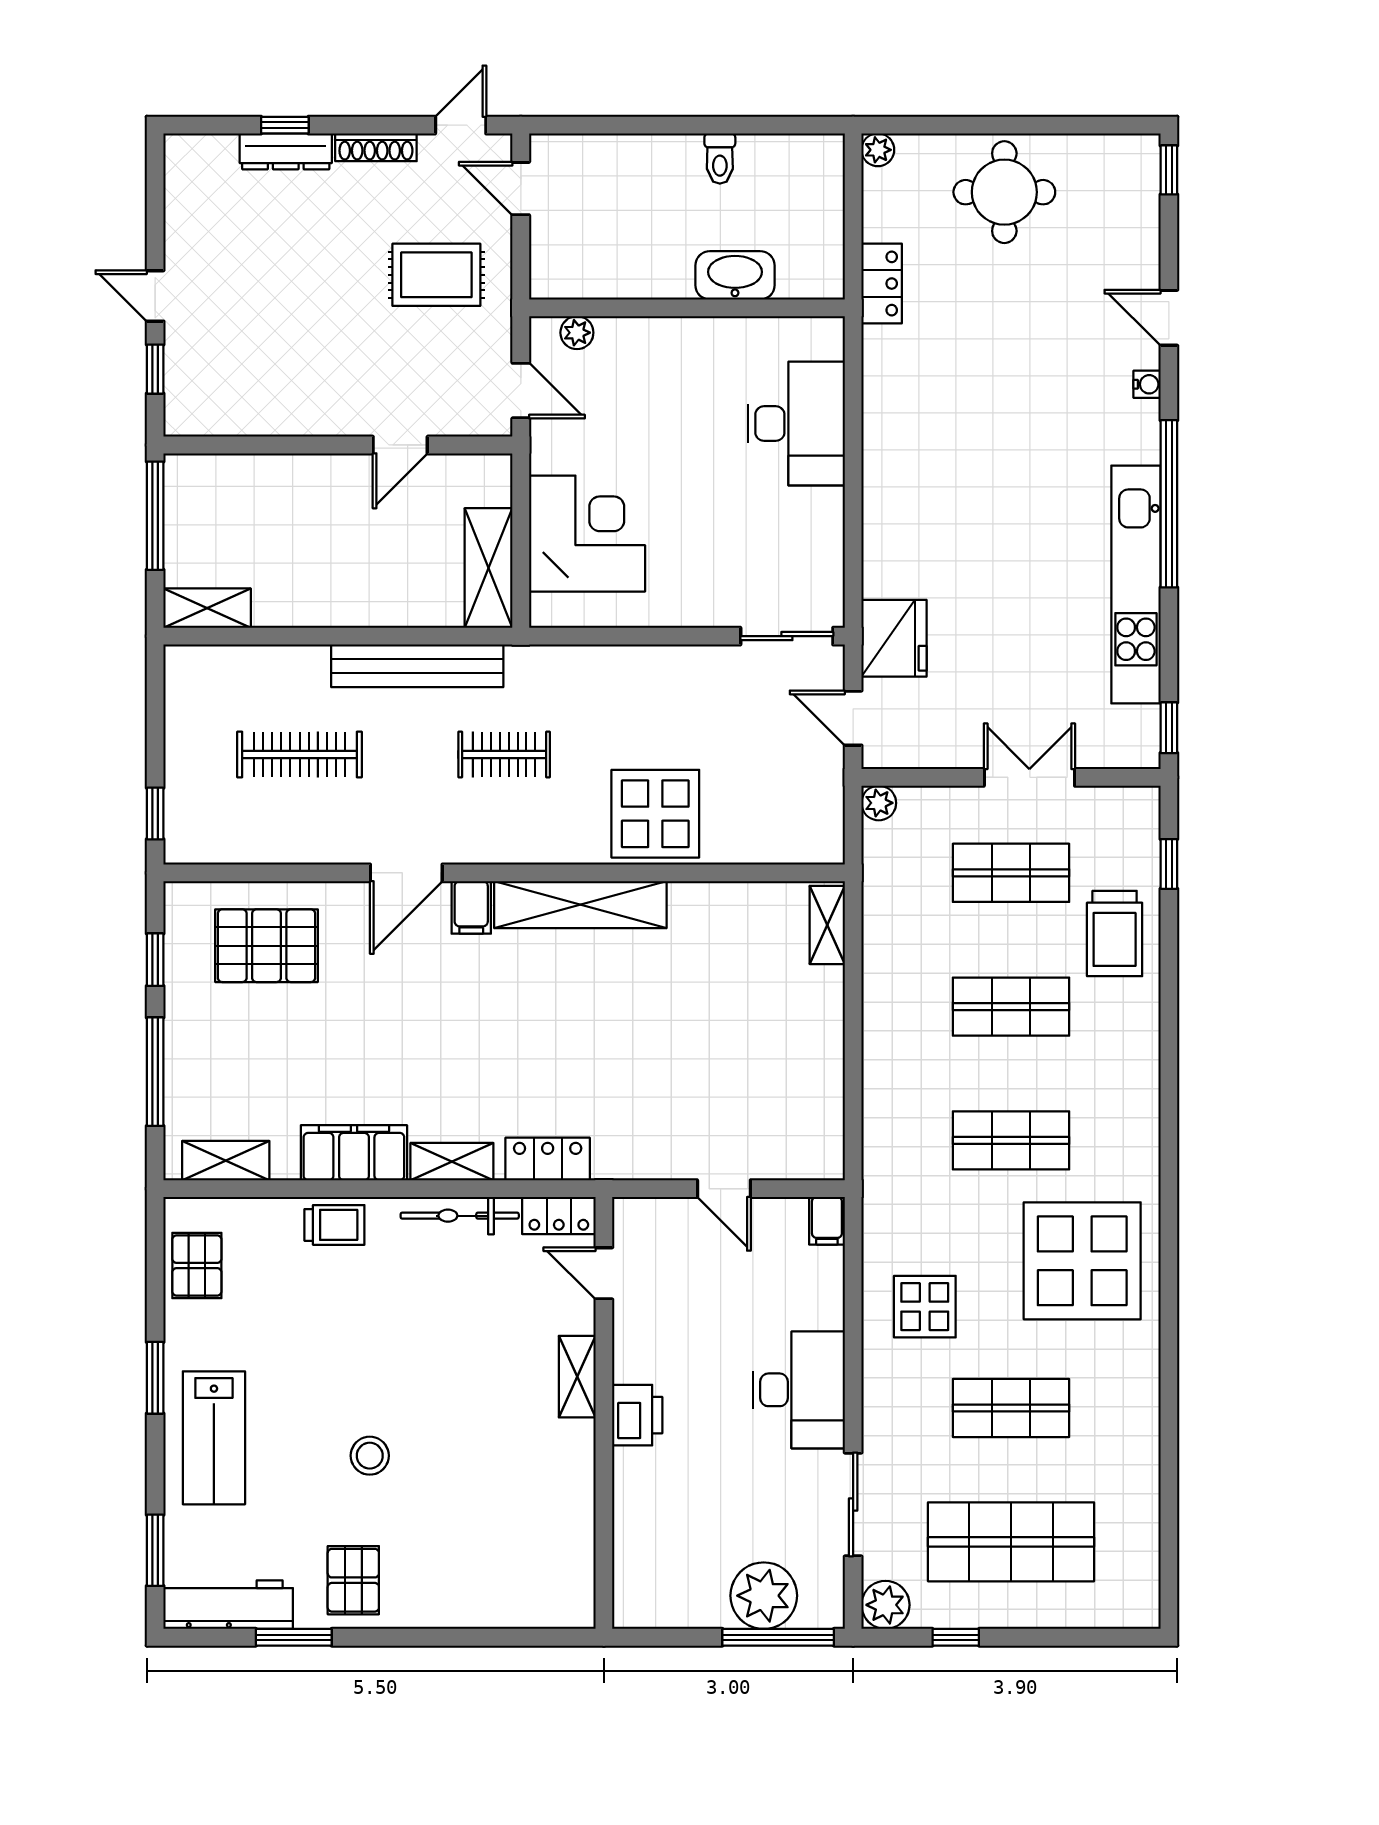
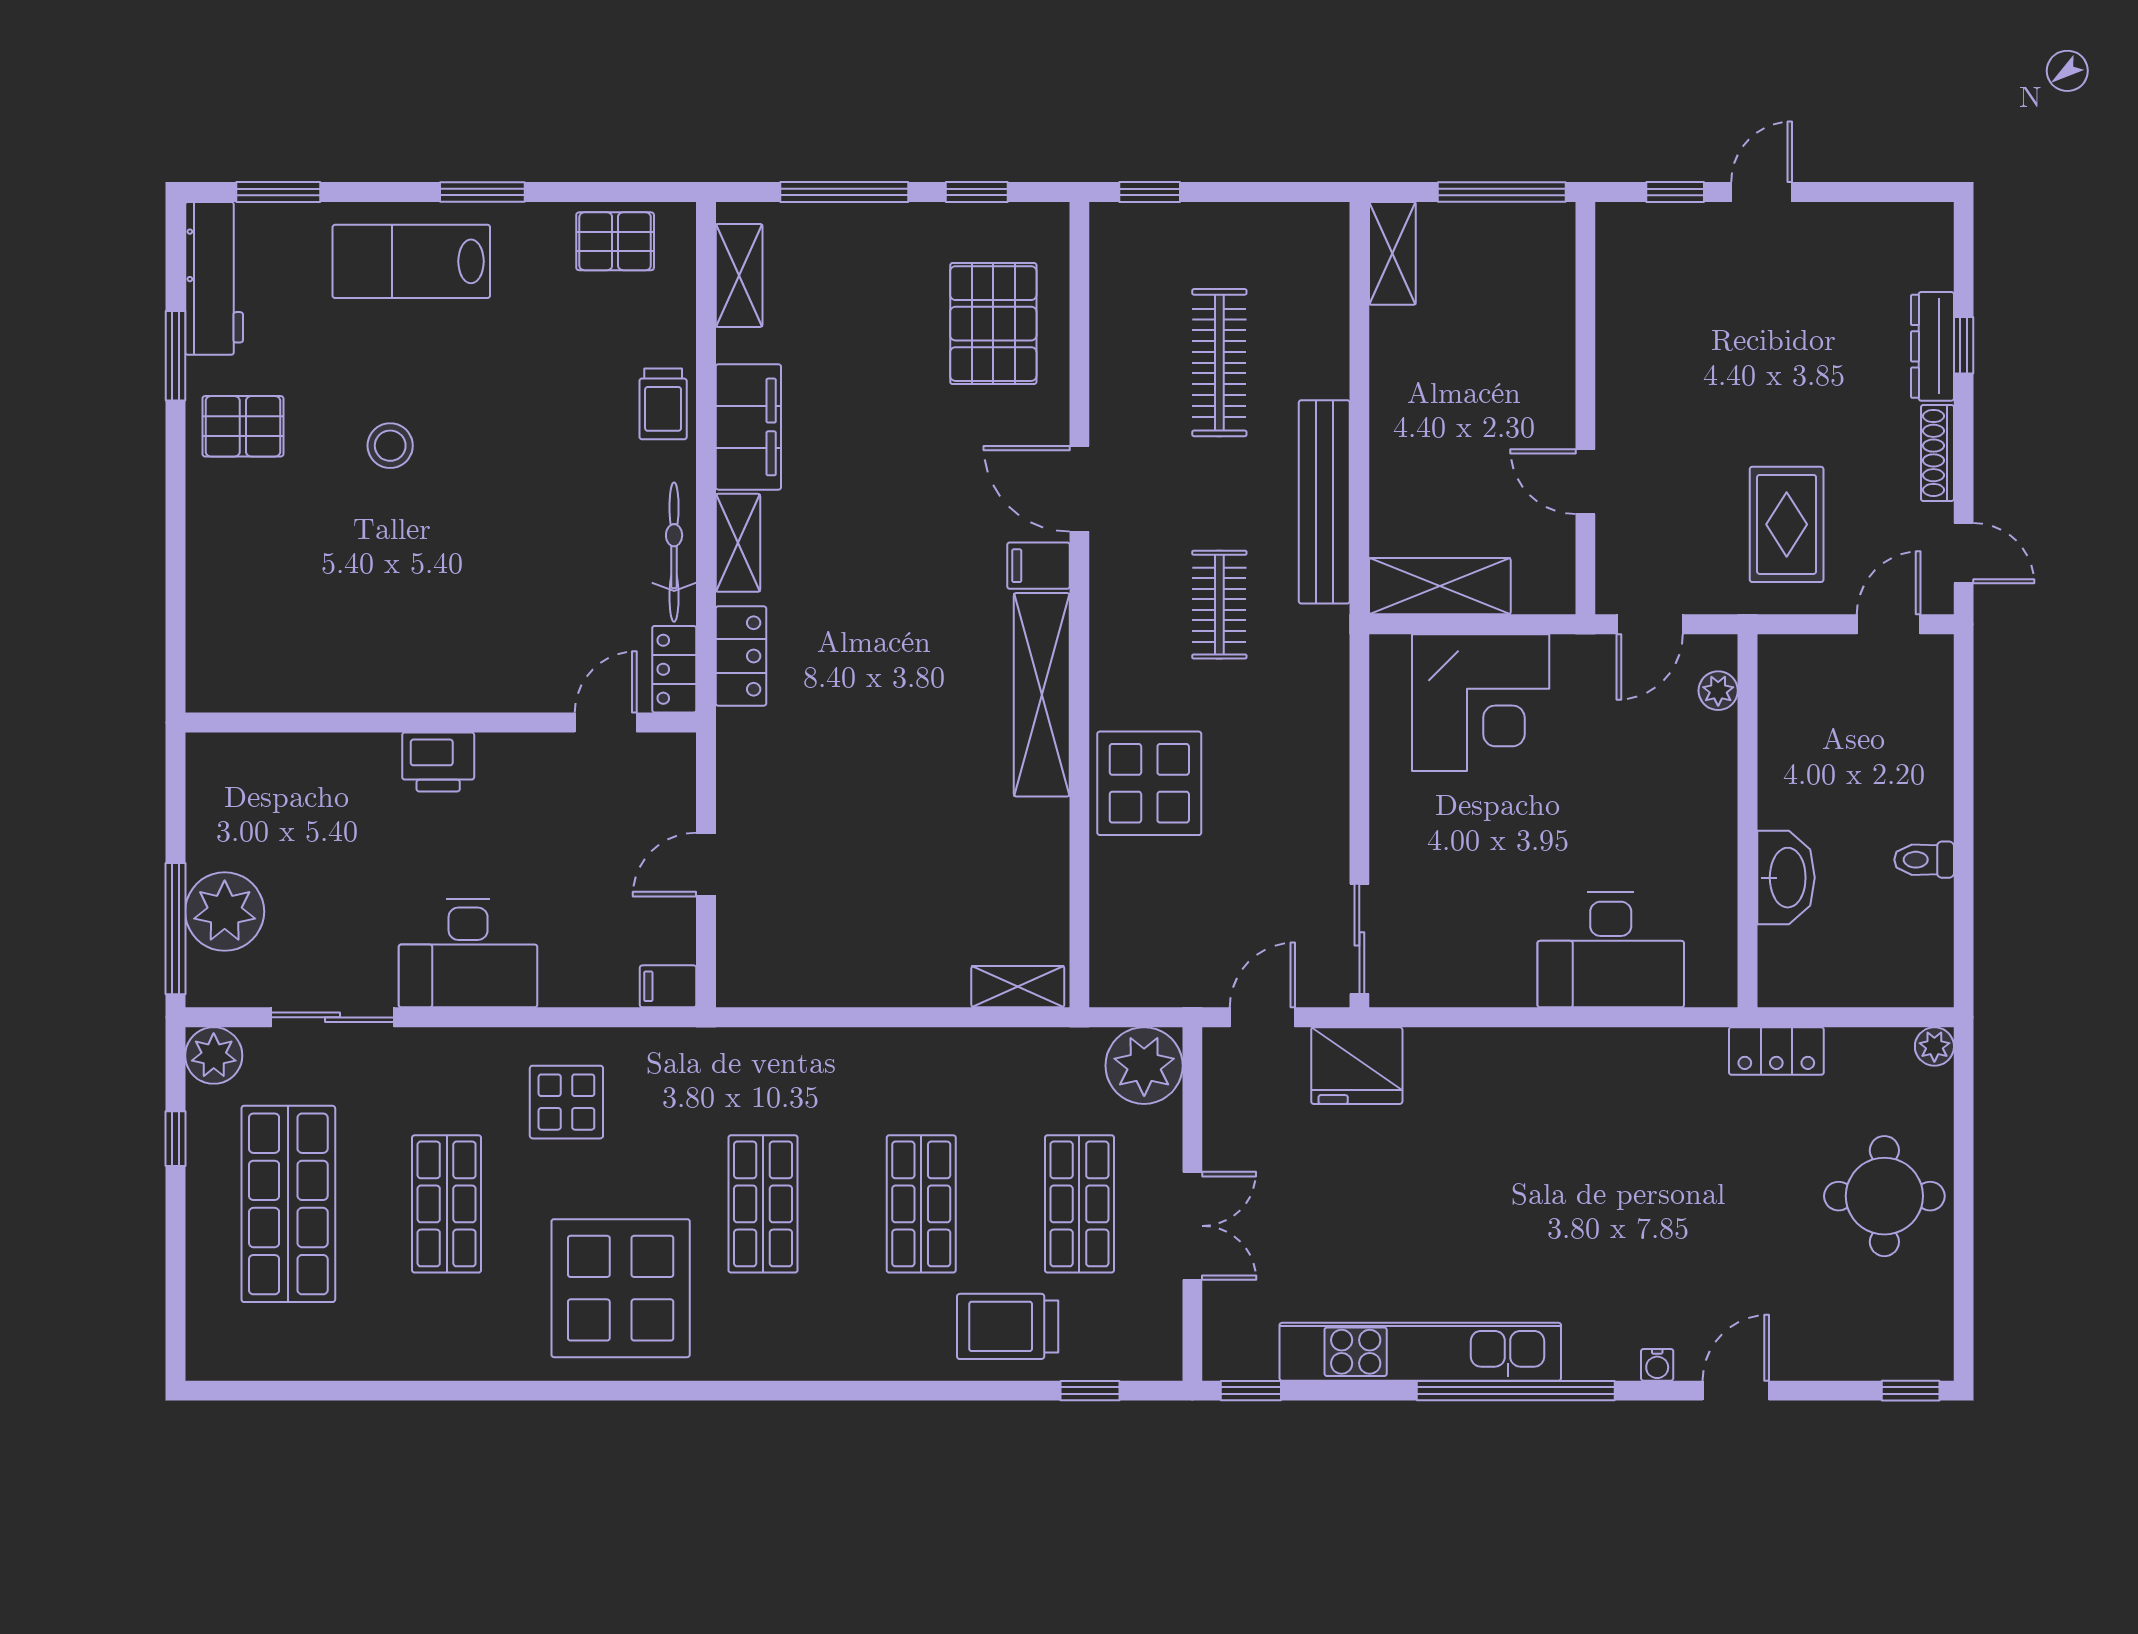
plant: (879, 803) -> (1144, 1066), width x1.88, depth x1.88
shelving: (577, 1377) -> (484, 691), removed

